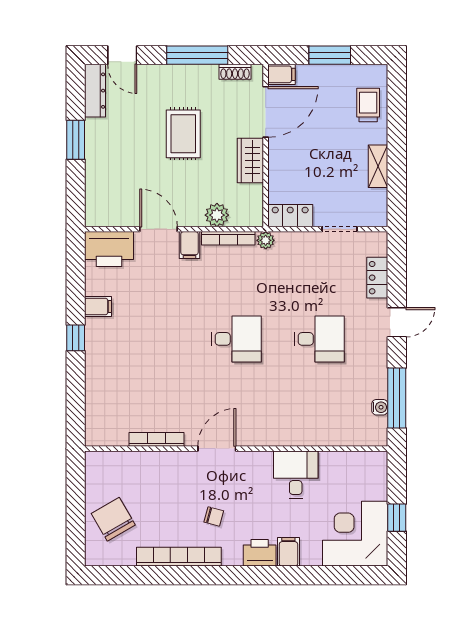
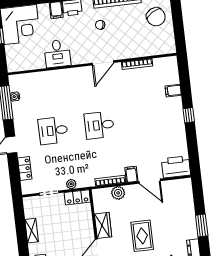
plant: (266, 240) -> (71, 184), moved
filing cabinet: (98, 306) -> (173, 91), moved

